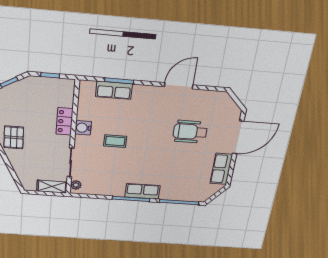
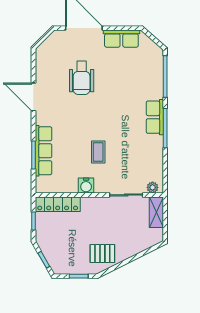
row of seats: (114, 90) -> (44, 151), width x1.48
locker: (65, 121) -> (58, 204), moved, width x1.53

